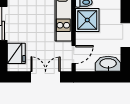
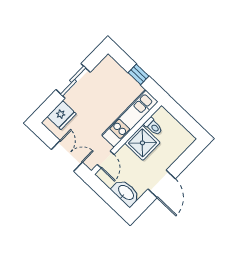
door: (74, 55) -> (106, 160), hinge flipped

